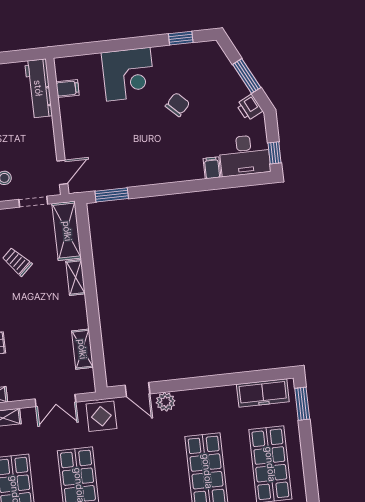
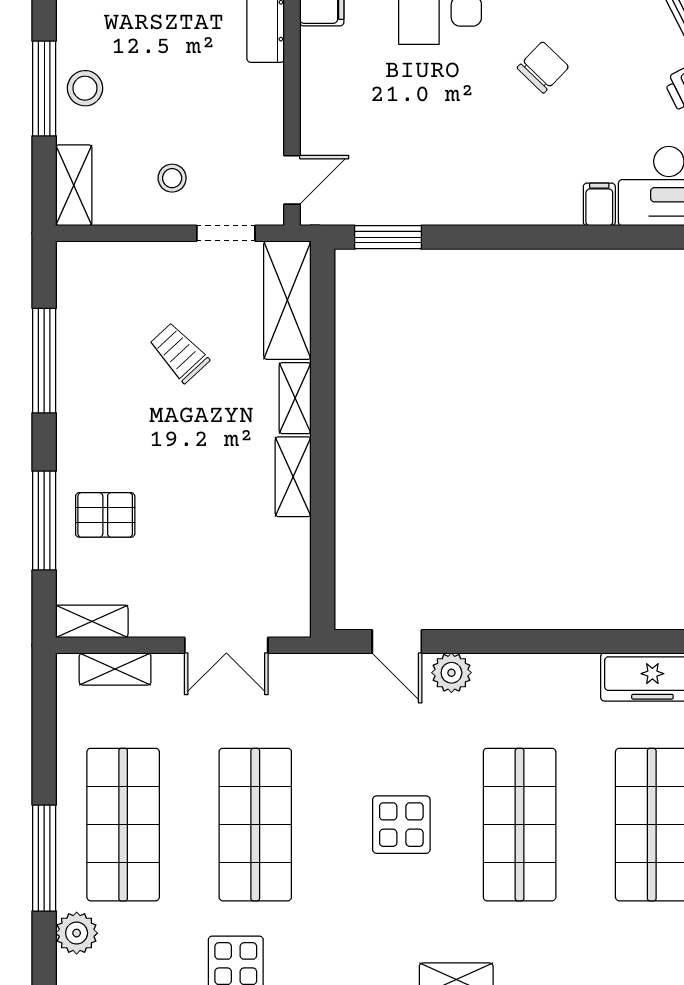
shelving: (82, 349) -> (293, 477), moved
display table: (101, 416) -> (401, 825), moved

